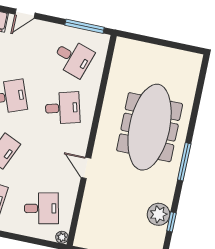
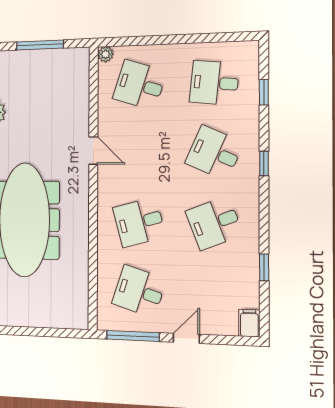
door: (25, 14) -> (186, 338), moved
desk: (41, 208) -> (140, 85), turned 30

